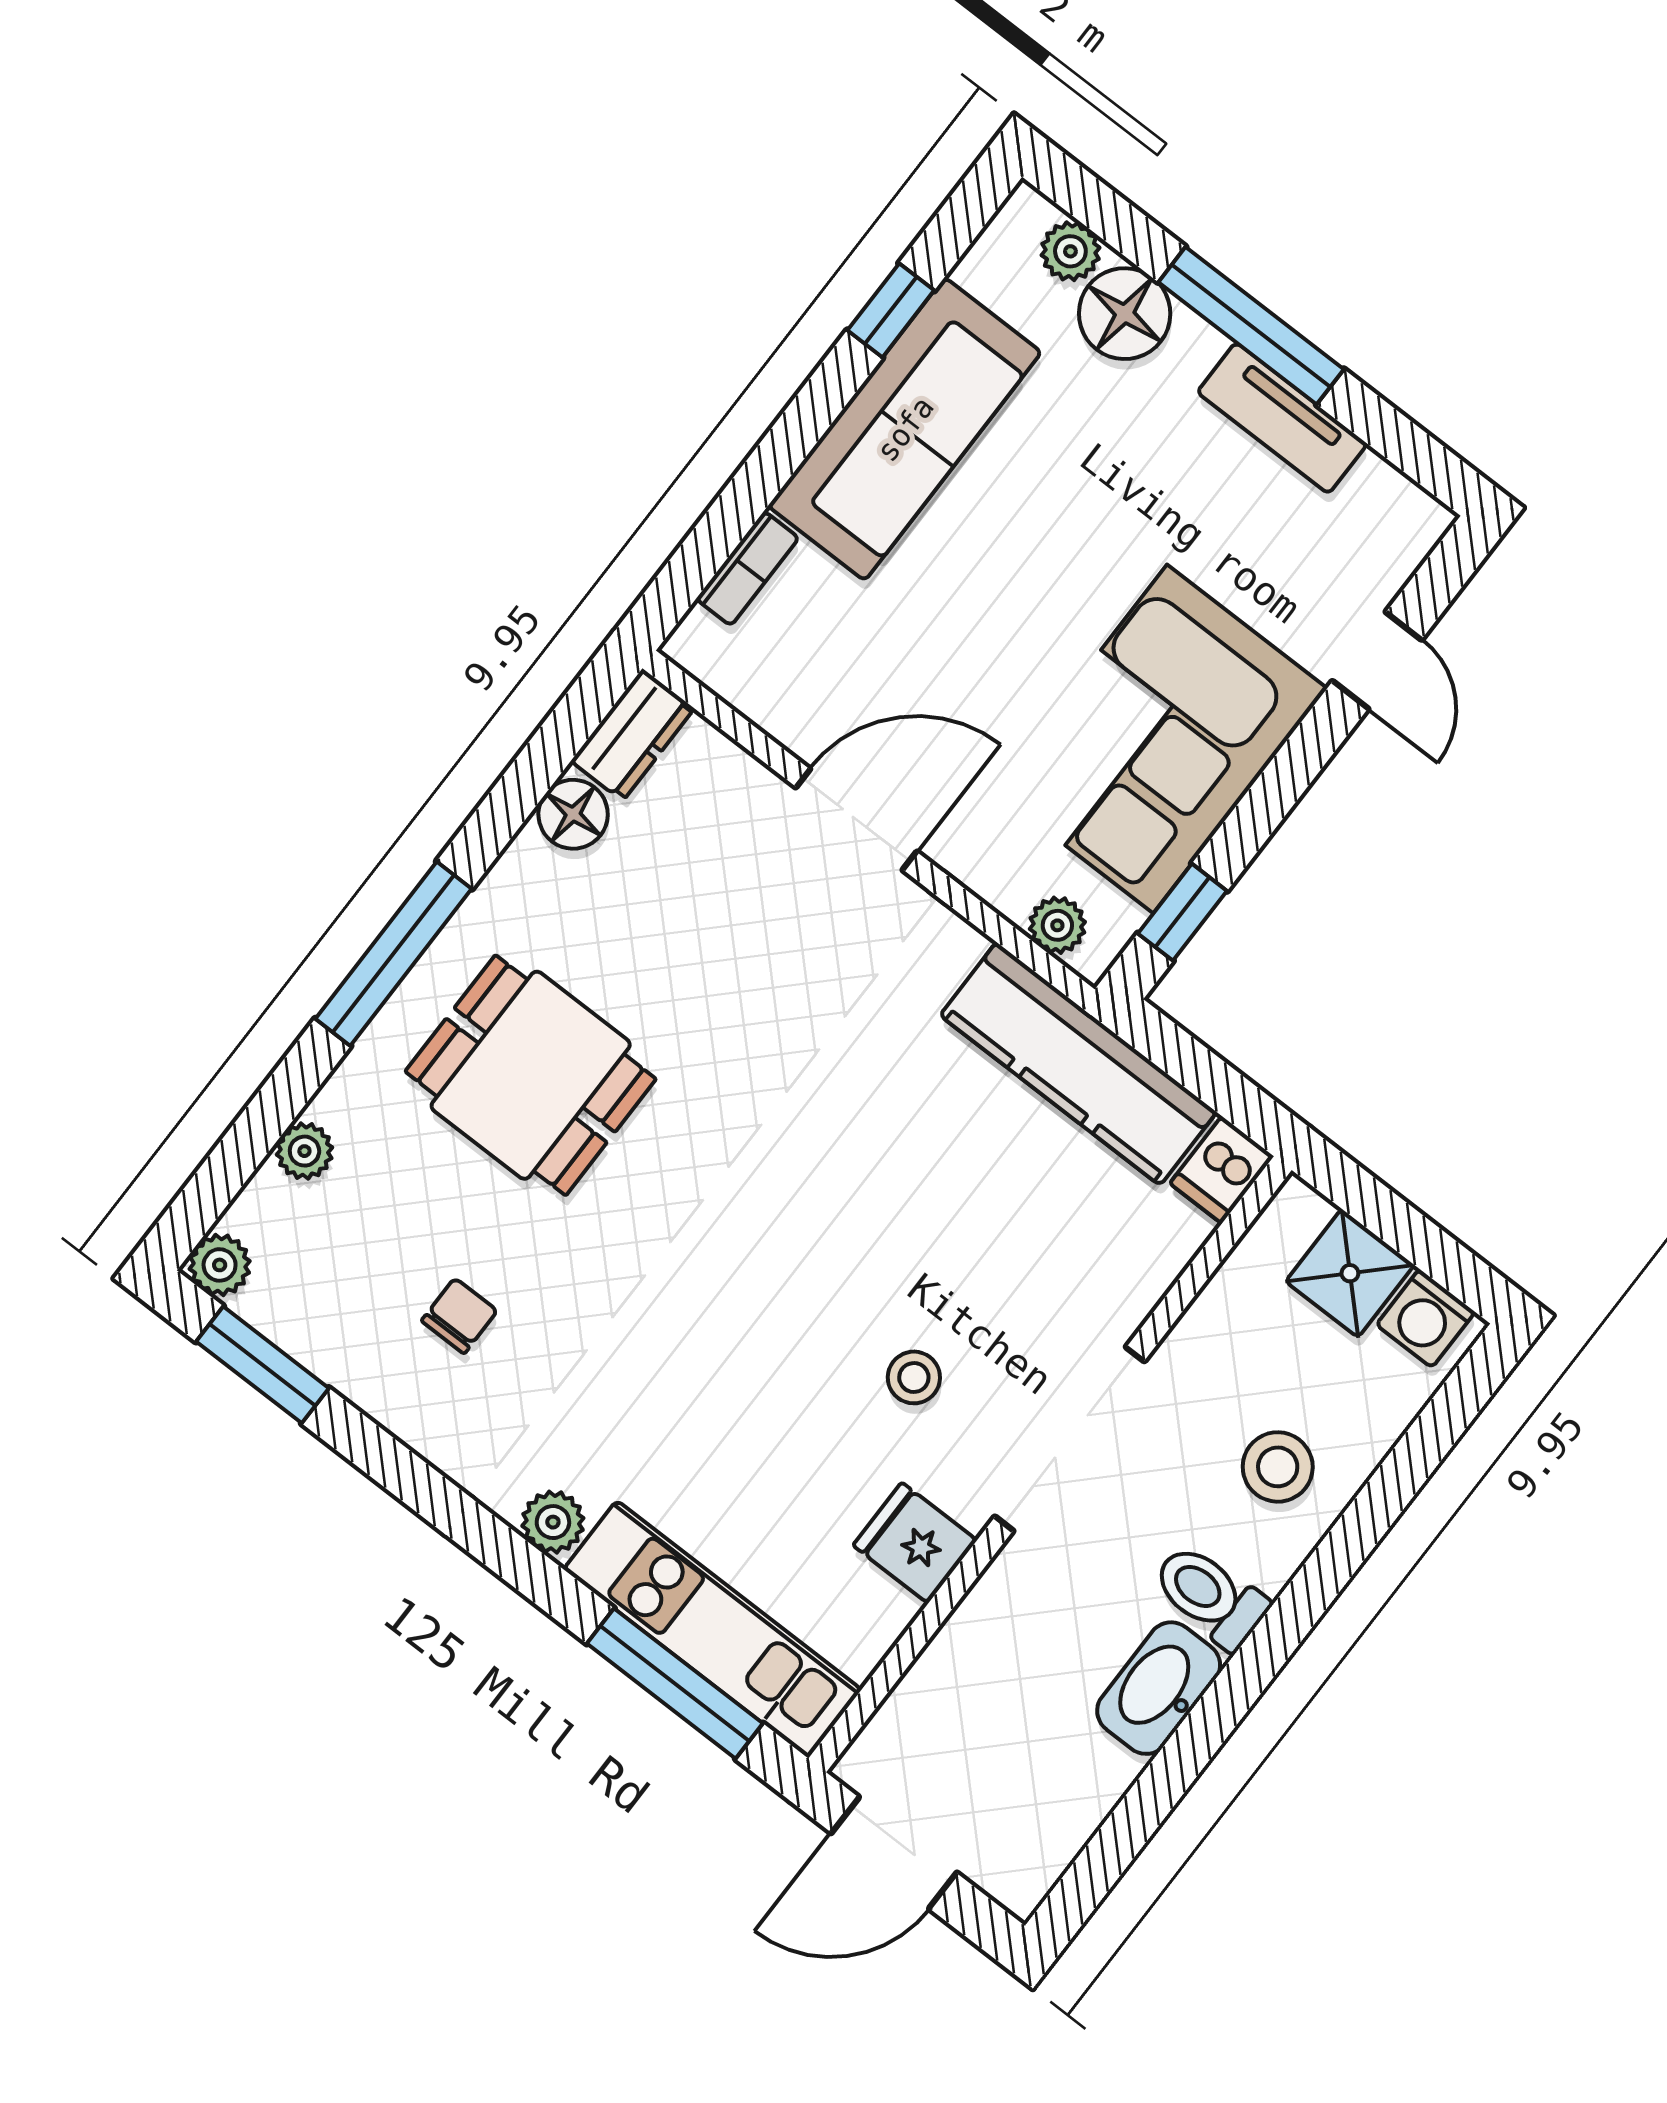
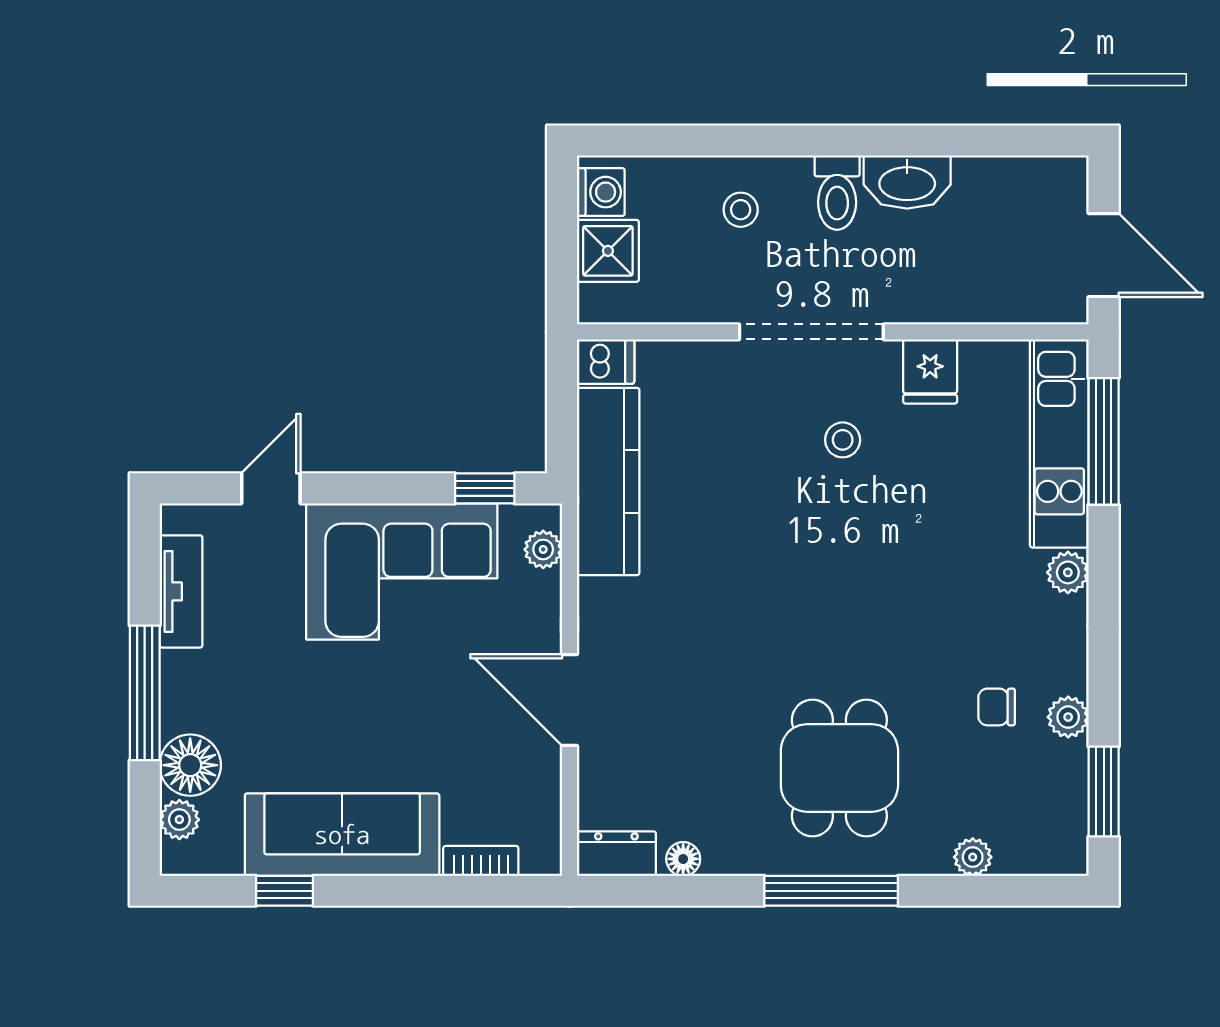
tv unit: (1282, 418) -> (181, 591), moved
floor lamp: (573, 814) -> (683, 859), width x0.73, depth x0.73
plant: (220, 1265) -> (1068, 717), moved
stool: (1278, 1467) -> (741, 210), width x0.73, depth x0.73

